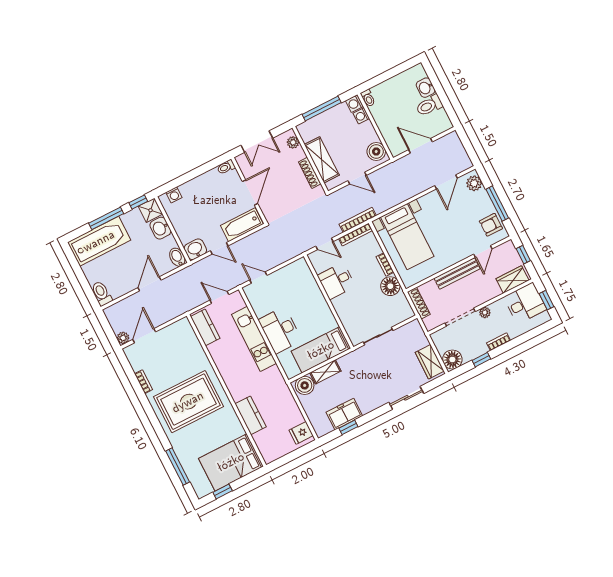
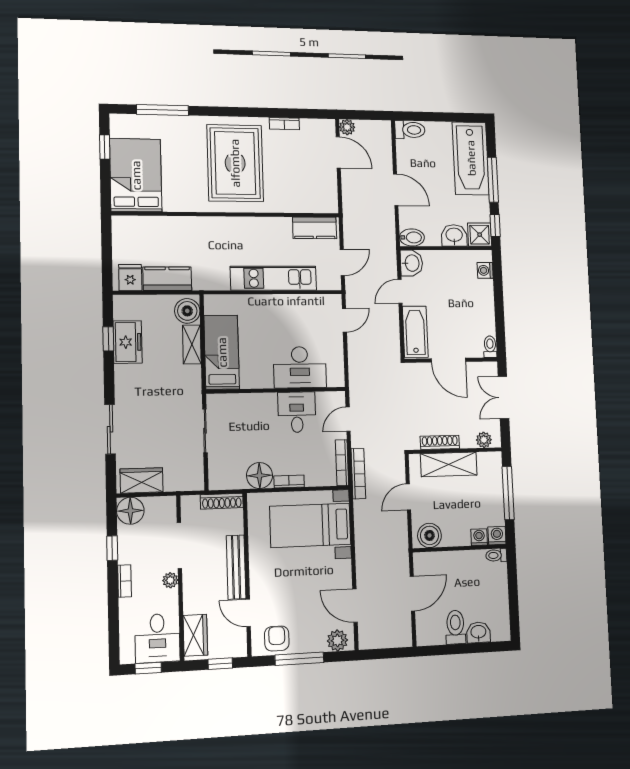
desk: (280, 330) -> (300, 367), moved, turned 180
kitchen counter: (251, 415) -> (167, 279), moved, turned 180

